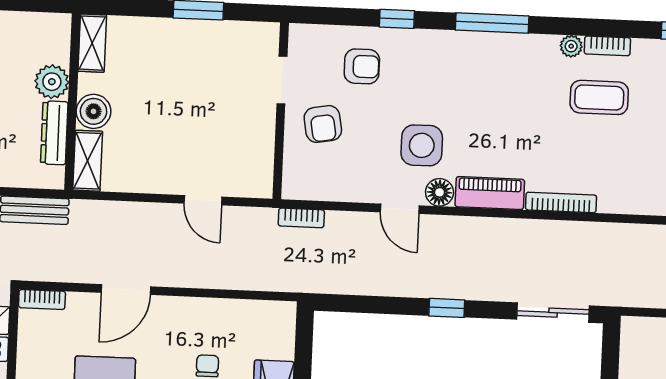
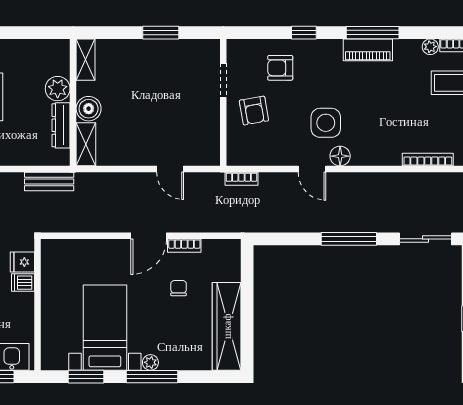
armchair: (362, 66) -> (280, 68), turned 180
piano: (490, 193) -> (368, 50), moved, turned 180
door: (126, 290) -> (149, 236), moved
bookcase: (42, 299) -> (184, 246), moved
window: (447, 308) -> (349, 239), width x2.17

